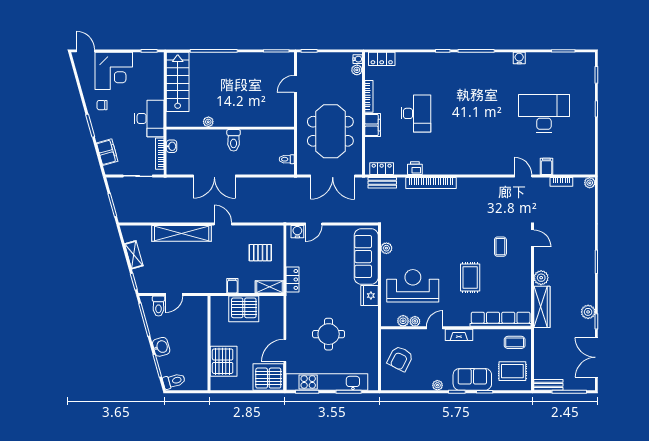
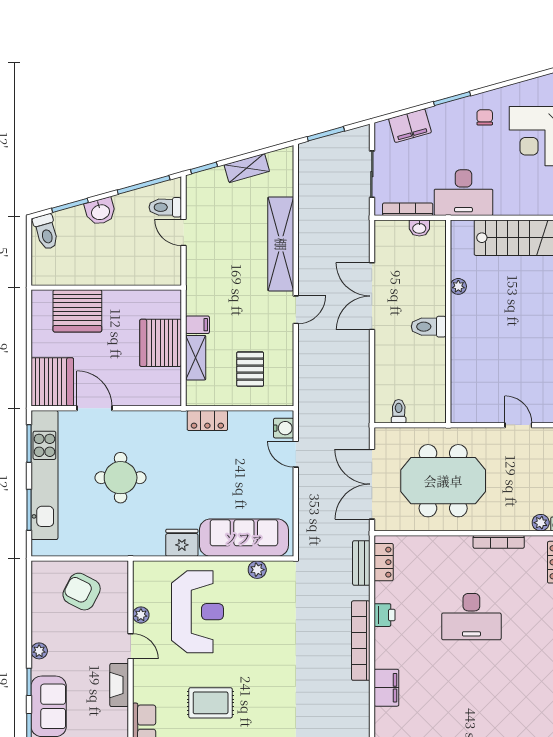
filing cabinet: (373, 125) -> (386, 688), moved, turned -90
shelving: (270, 287) -> (196, 358), moved
plant: (403, 321) -> (142, 596), removed

